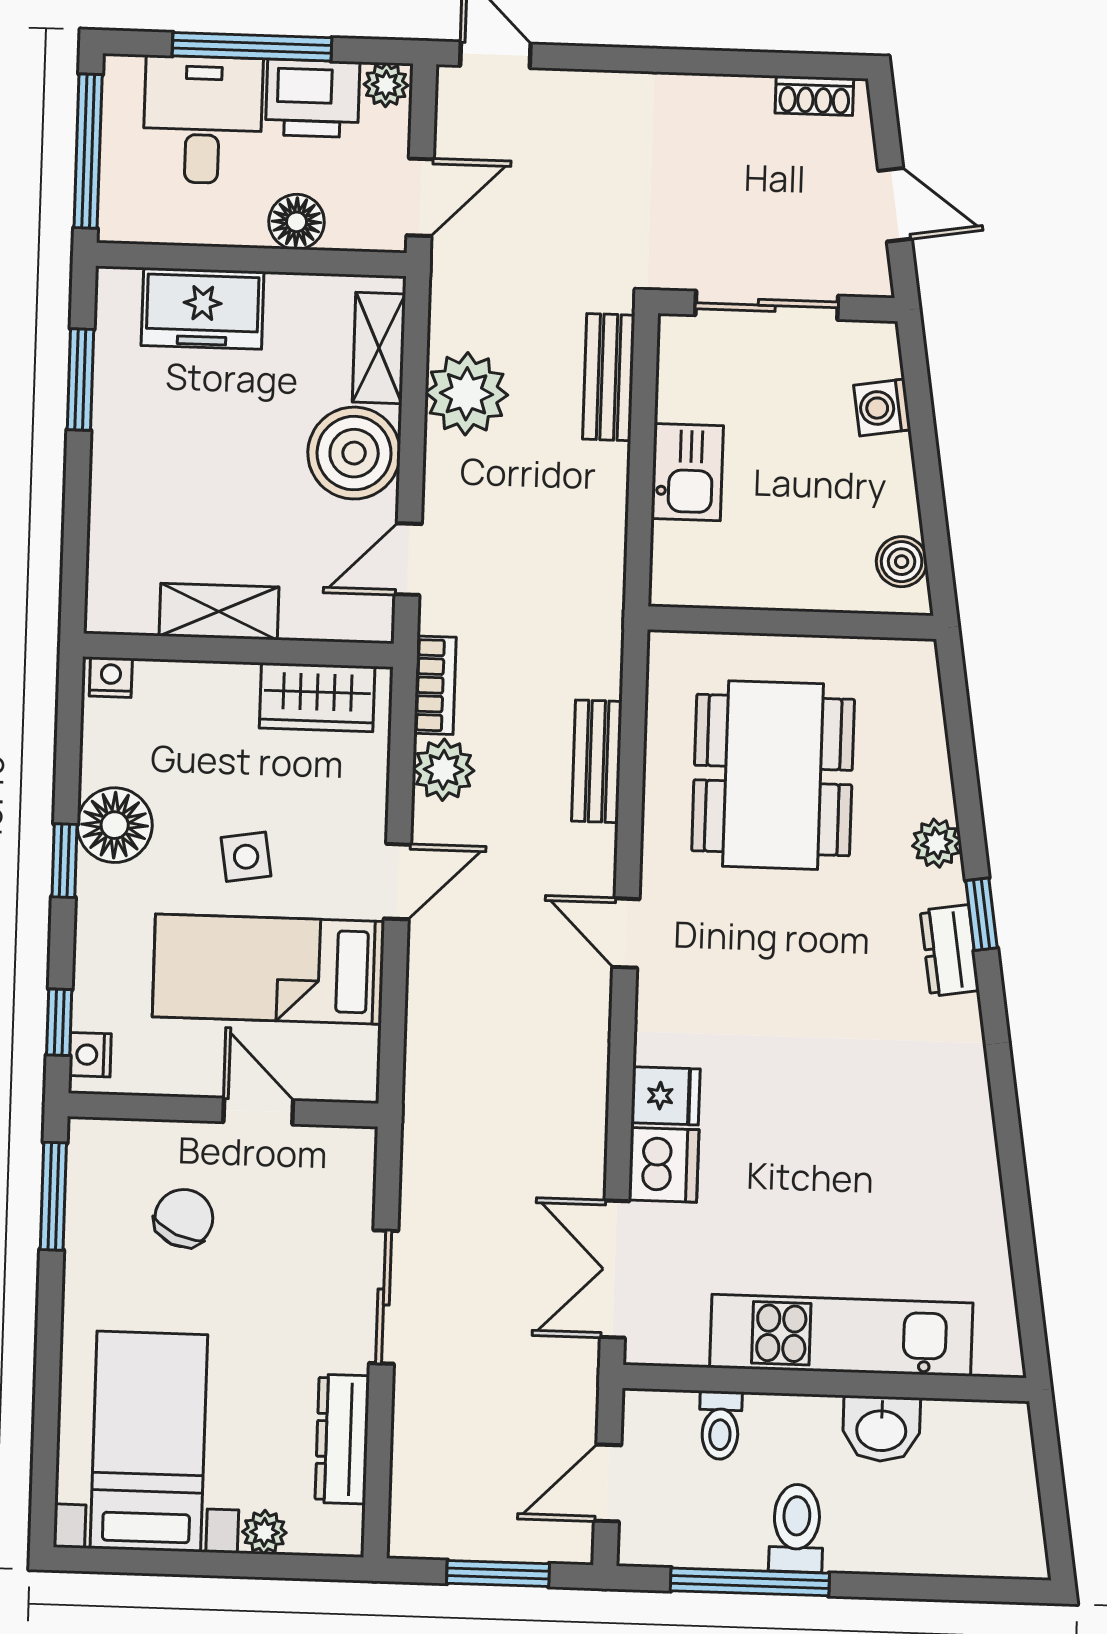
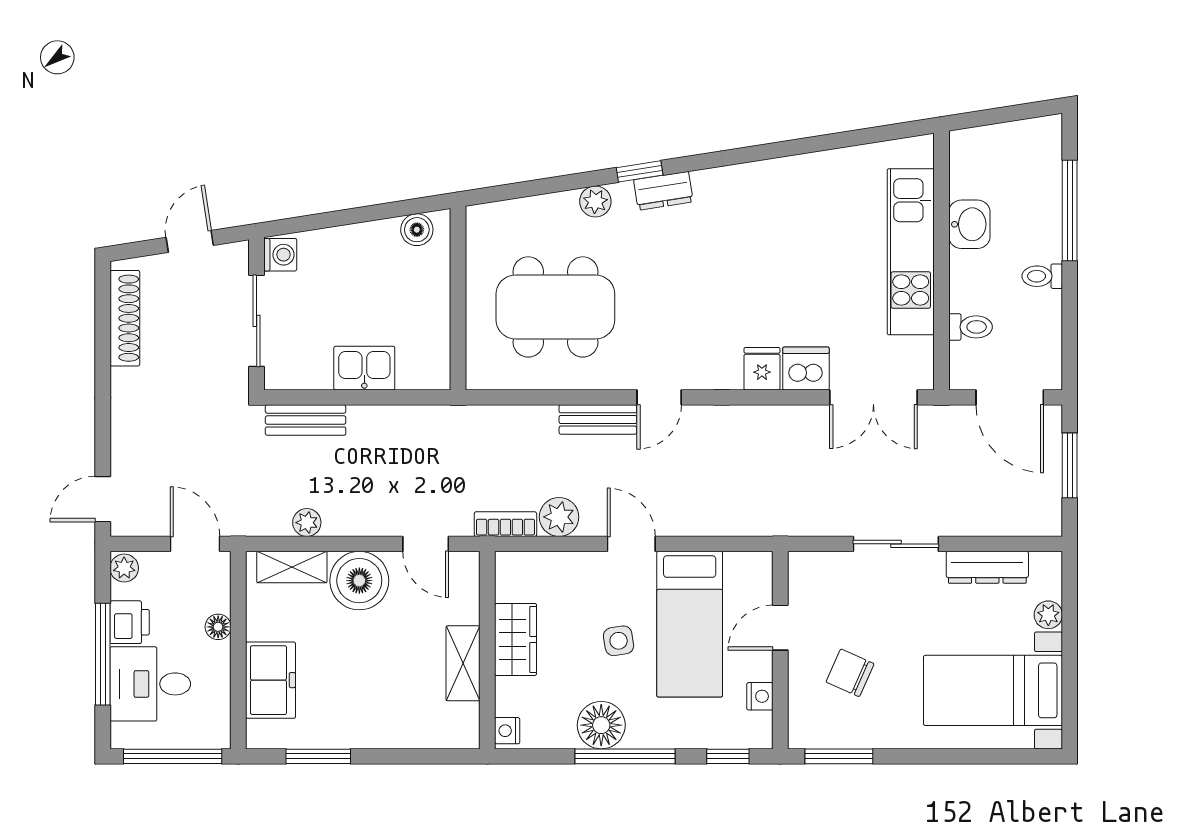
shoe rack: (814, 96) -> (125, 318), width x1.94, depth x1.24
printer: (313, 98) -> (130, 622), width x0.73, depth x0.81
floor lamp: (297, 222) -> (218, 627), width x0.73, depth x0.73
plant: (467, 394) -> (307, 523), width x0.53, depth x0.53
washing machine: (882, 407) -> (280, 255), moved, turned -81
wardrobe: (317, 697) -> (516, 639), moved
bench: (597, 761) -> (598, 419), moved
window: (65, 861) -> (625, 756), width x2.17
nightstand: (90, 1055) -> (760, 696), moved, turned -90
door: (608, 1483) -> (1010, 397), width x1.38
toilet: (797, 1528) -> (1042, 276), width x0.73, depth x0.72
window: (750, 1582) -> (1070, 211), moved

